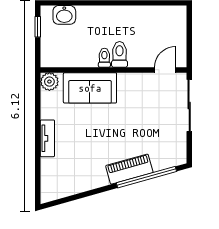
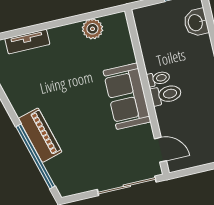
plant: (49, 82) -> (92, 29), moved
sofa: (90, 88) -> (127, 96), moved
tv unit: (47, 138) -> (27, 42), moved

